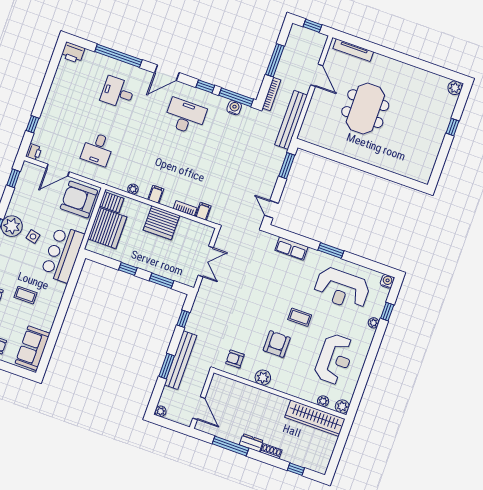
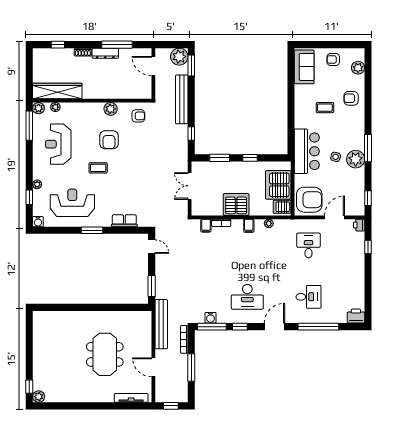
window: (453, 127) -> (29, 387), moved
window: (167, 366) -> (191, 65), moved
window: (359, 391) -> (29, 126), added
plant: (161, 411) -> (179, 57), width x1.87, depth x1.87
dresser: (251, 443) -> (105, 53), width x1.44

